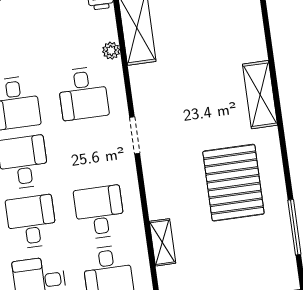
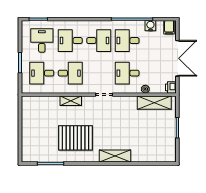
desk: (31, 222) -> (70, 41), turned 180
shelving: (162, 242) -> (71, 101), moved

